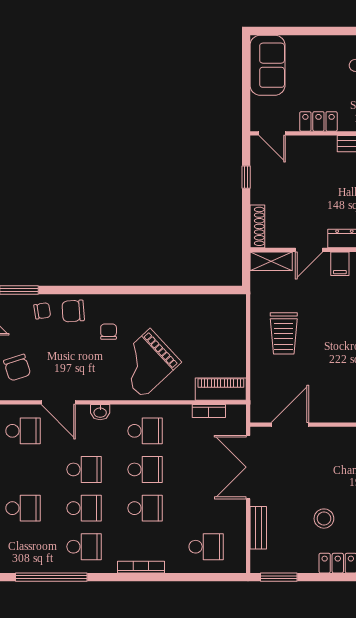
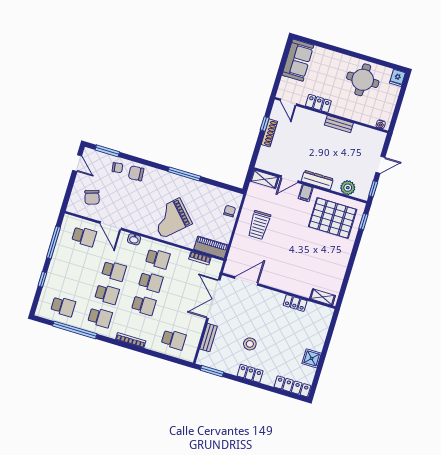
shoe rack: (257, 226) -> (269, 133), moved
window: (147, 290) -> (184, 174), added
chair: (109, 332) -> (230, 211), moved
school desk: (23, 508) -> (63, 306), moved

